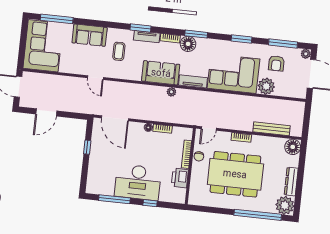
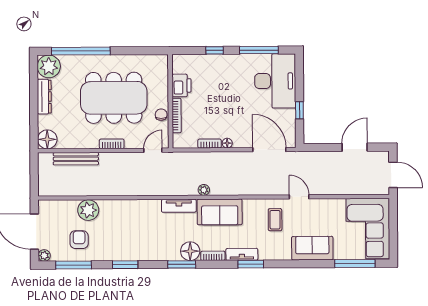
coffee table: (119, 51) -> (275, 220), moved
corner sofa: (233, 74) -> (130, 221), removed
desk: (138, 182) -> (275, 81), moved, turned 90

